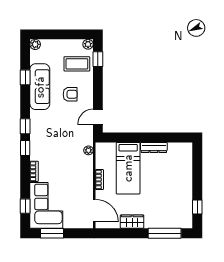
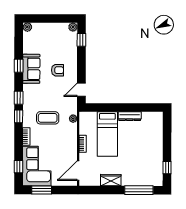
coffee table: (77, 64) -> (48, 118), moved
window: (25, 77) -> (19, 66), moved
sofa: (40, 87) -> (31, 69), width x0.73
door: (94, 211) -> (78, 171), swing flipped

